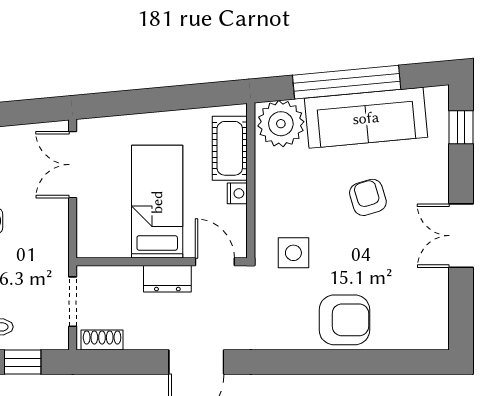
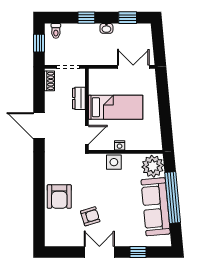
window: (461, 127) -> (138, 252), moved
cot: (230, 148) -> (141, 142), removed
armchair: (368, 197) -> (90, 216), moved
side table: (293, 253) -> (114, 162), moved
dresser: (167, 279) -> (79, 98), moved

